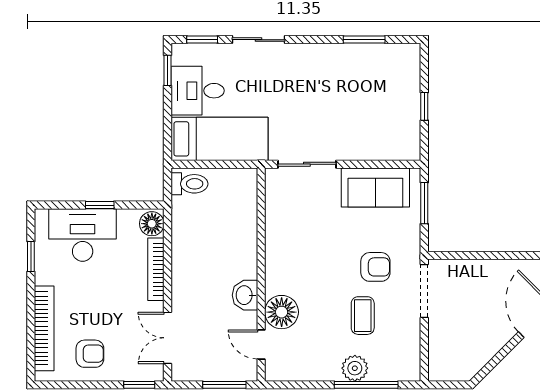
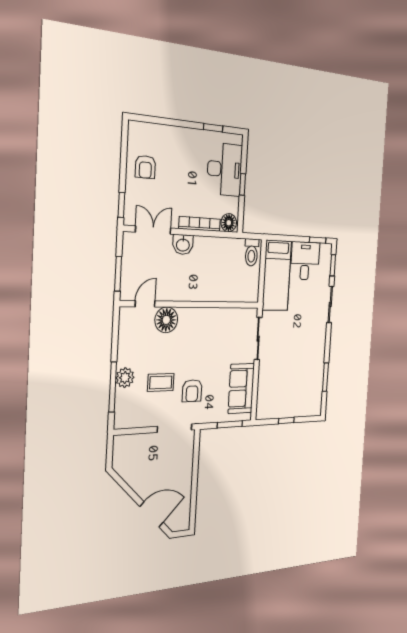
washbasin: (245, 295) -> (183, 245), moved, turned 180
bookcase: (44, 328) -> (165, 132), removed

